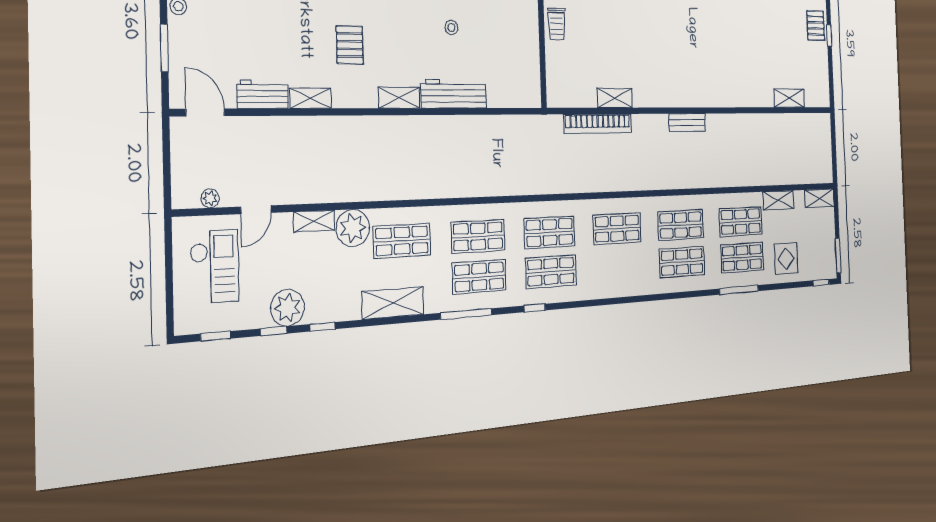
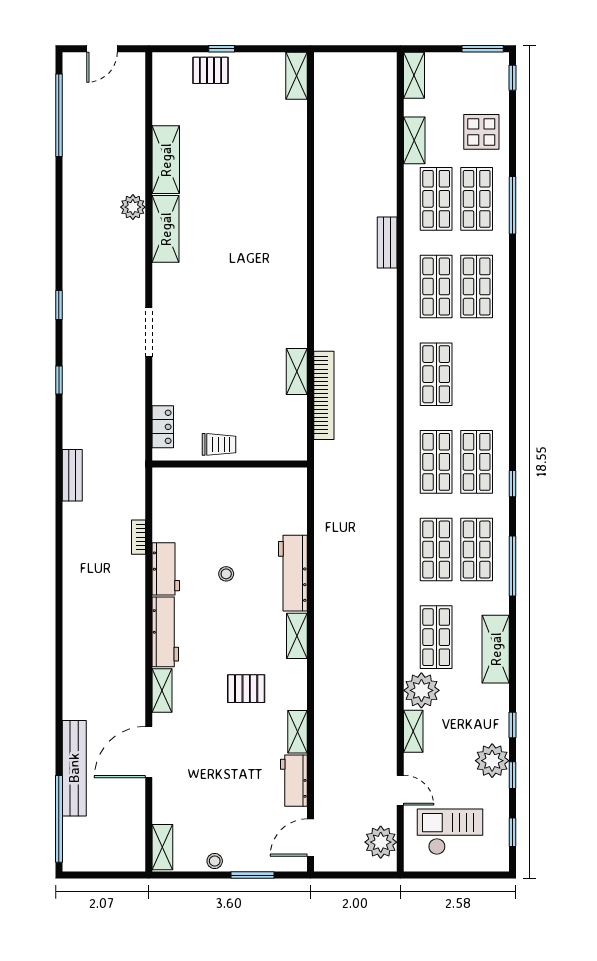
shelving: (789, 98) -> (296, 76), moved
bench: (687, 122) -> (387, 243), moved
plant: (210, 198) -> (381, 842), width x1.88, depth x1.88

